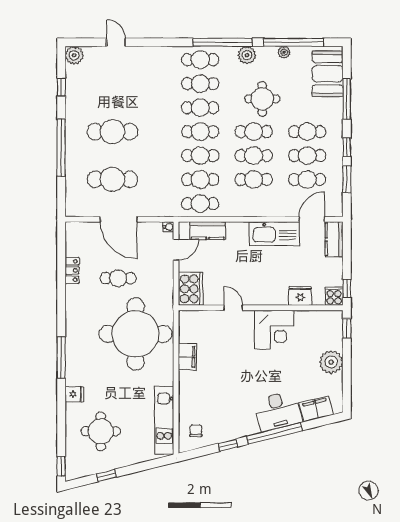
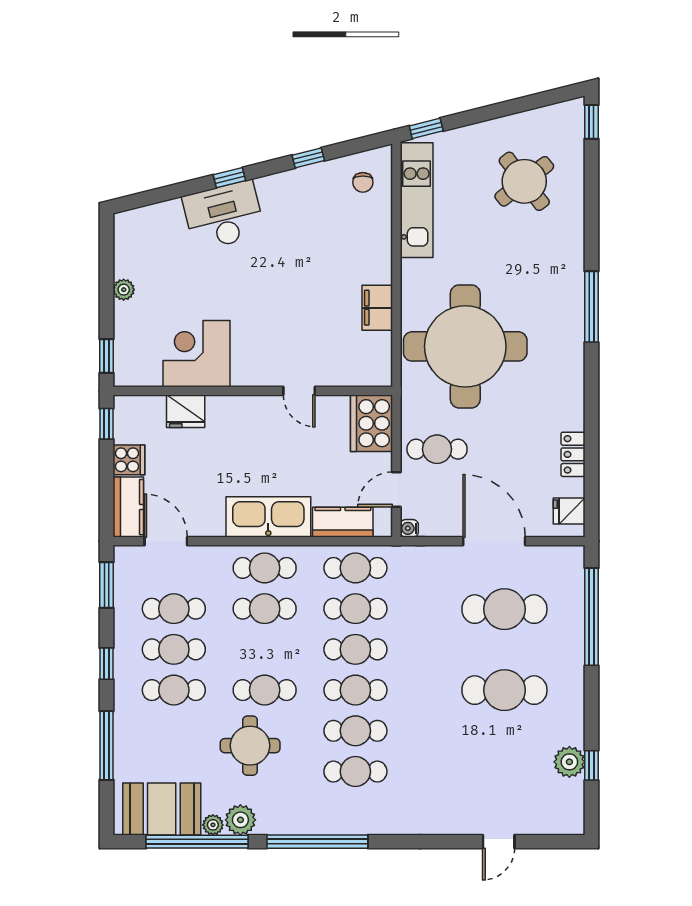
door: (116, 42) -> (499, 842), hinge flipped
plant: (74, 55) -> (569, 762), moved
plant: (247, 55) -> (240, 820), moved
cafe table: (200, 60) -> (355, 812), removed
booth: (328, 74) -> (162, 809), moved, turned 90
window: (61, 148) -> (591, 617), moved
cafe table: (254, 156) -> (265, 568), moved
window: (347, 179) -> (106, 585), moved
door: (312, 219) -> (166, 541), swing flipped
kitchen sink: (274, 234) -> (268, 517), moved
cafe table: (118, 278) -> (437, 449), moved
cooker: (334, 296) -> (129, 460), moved, turned -90
corner desk: (274, 330) -> (197, 354), moved
plant: (331, 362) -> (124, 290), width x0.53, depth x0.53
fridge: (74, 394) -> (569, 511), moved
filing cabinet: (316, 409) -> (159, 220), removed
round table: (101, 431) -> (524, 181), turned -38
window: (274, 433) -> (229, 178), width x0.32
window: (107, 475) -> (426, 128), moved

